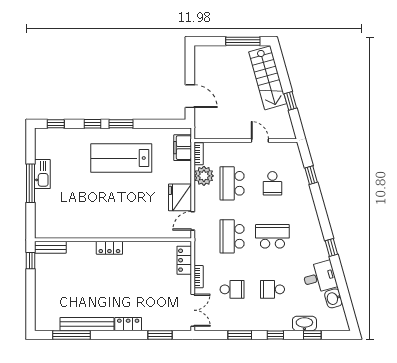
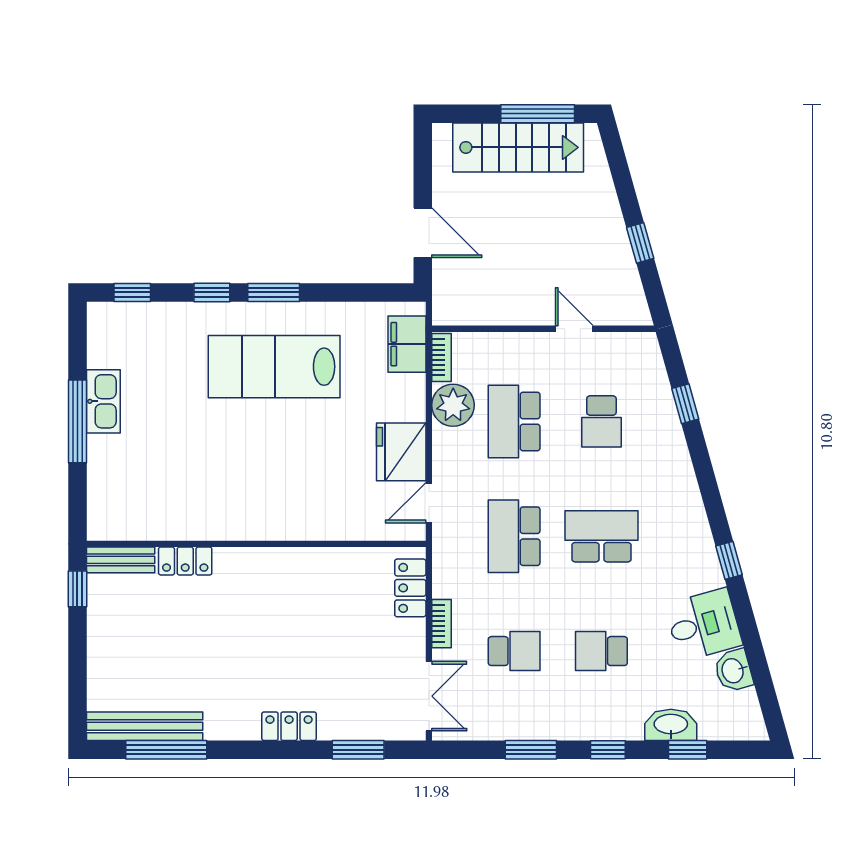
stairs: (268, 78) -> (518, 147), moved, turned -74
locker: (109, 248) -> (185, 561), moved
bench: (87, 324) -> (145, 726), moved

